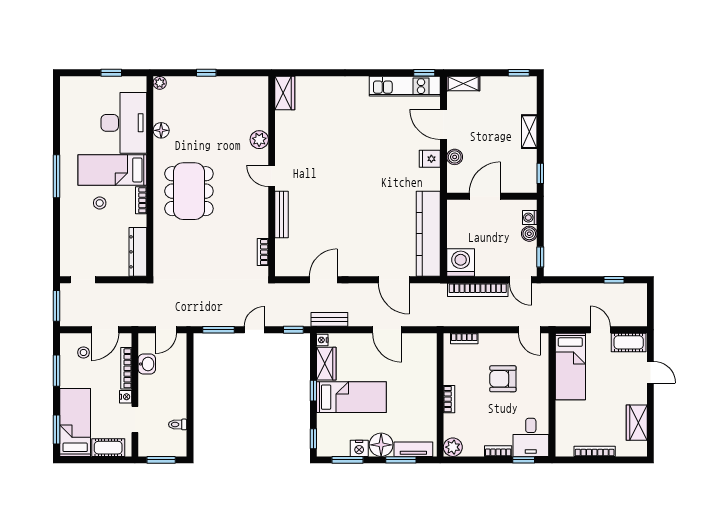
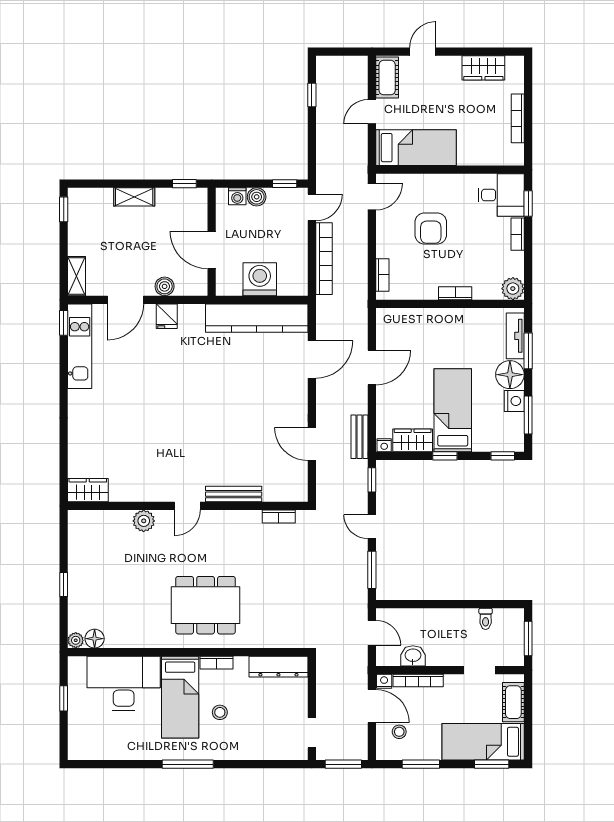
floor lamp: (161, 130) -> (95, 639), moved
washing machine: (461, 263) -> (260, 279), moved, turned 90
nightstand: (126, 397) -> (384, 681), moved

